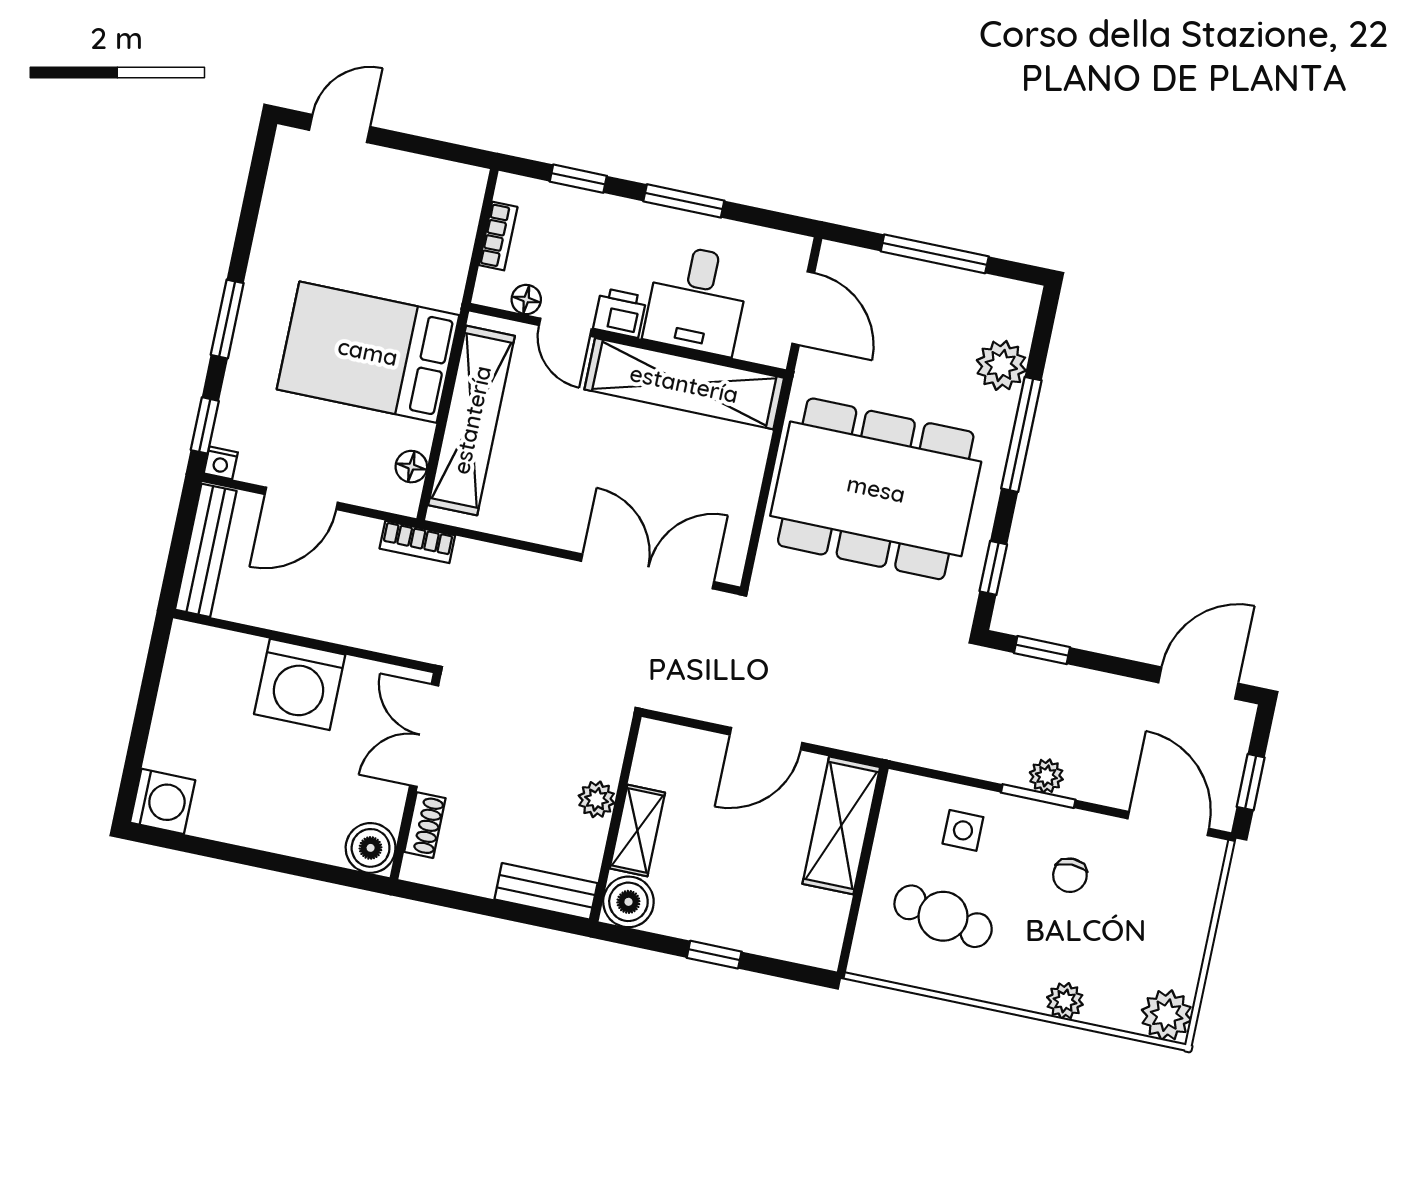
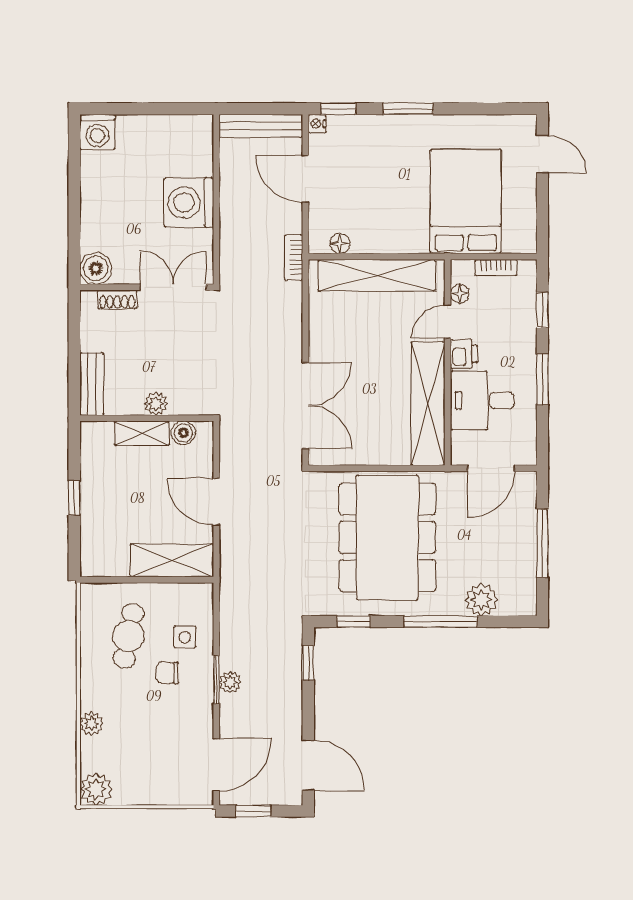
bed: (368, 352) -> (466, 201), moved
chair: (1070, 875) -> (167, 673), moved
boiler: (628, 902) -> (183, 433), moved, width x0.73, depth x0.73

